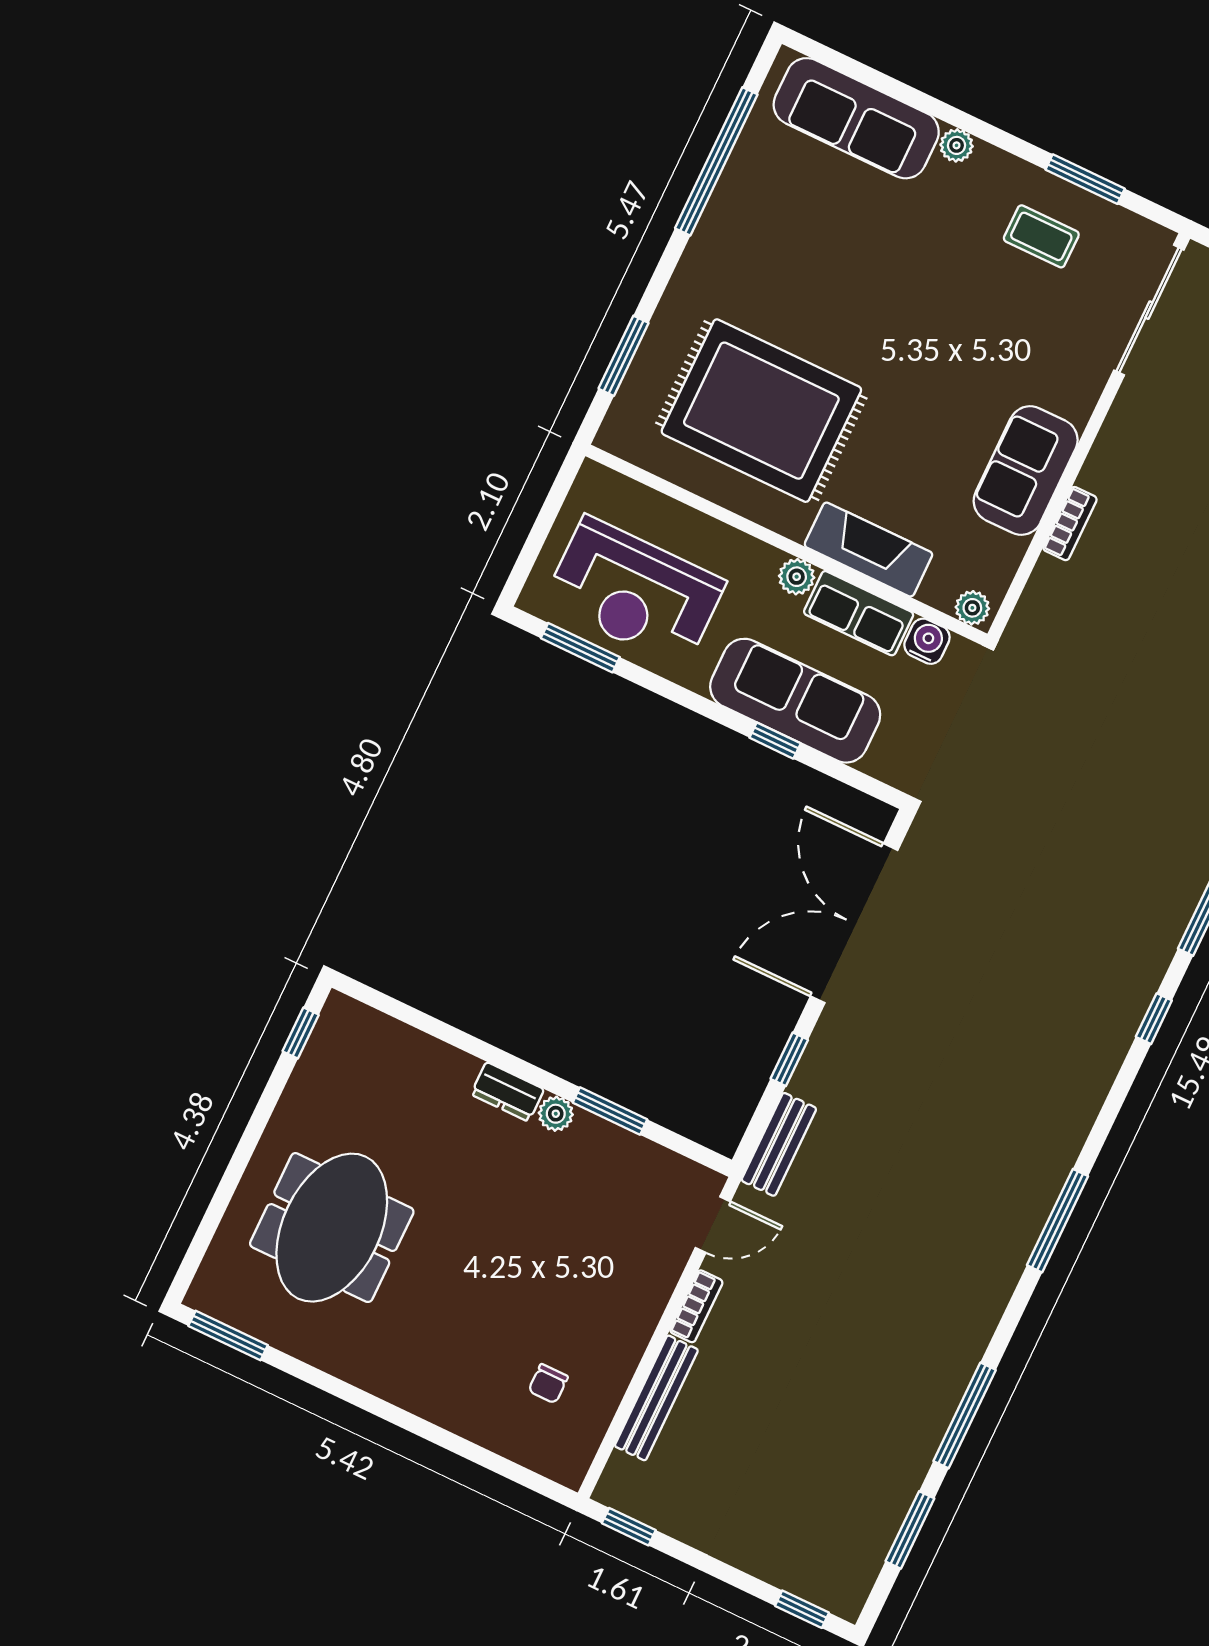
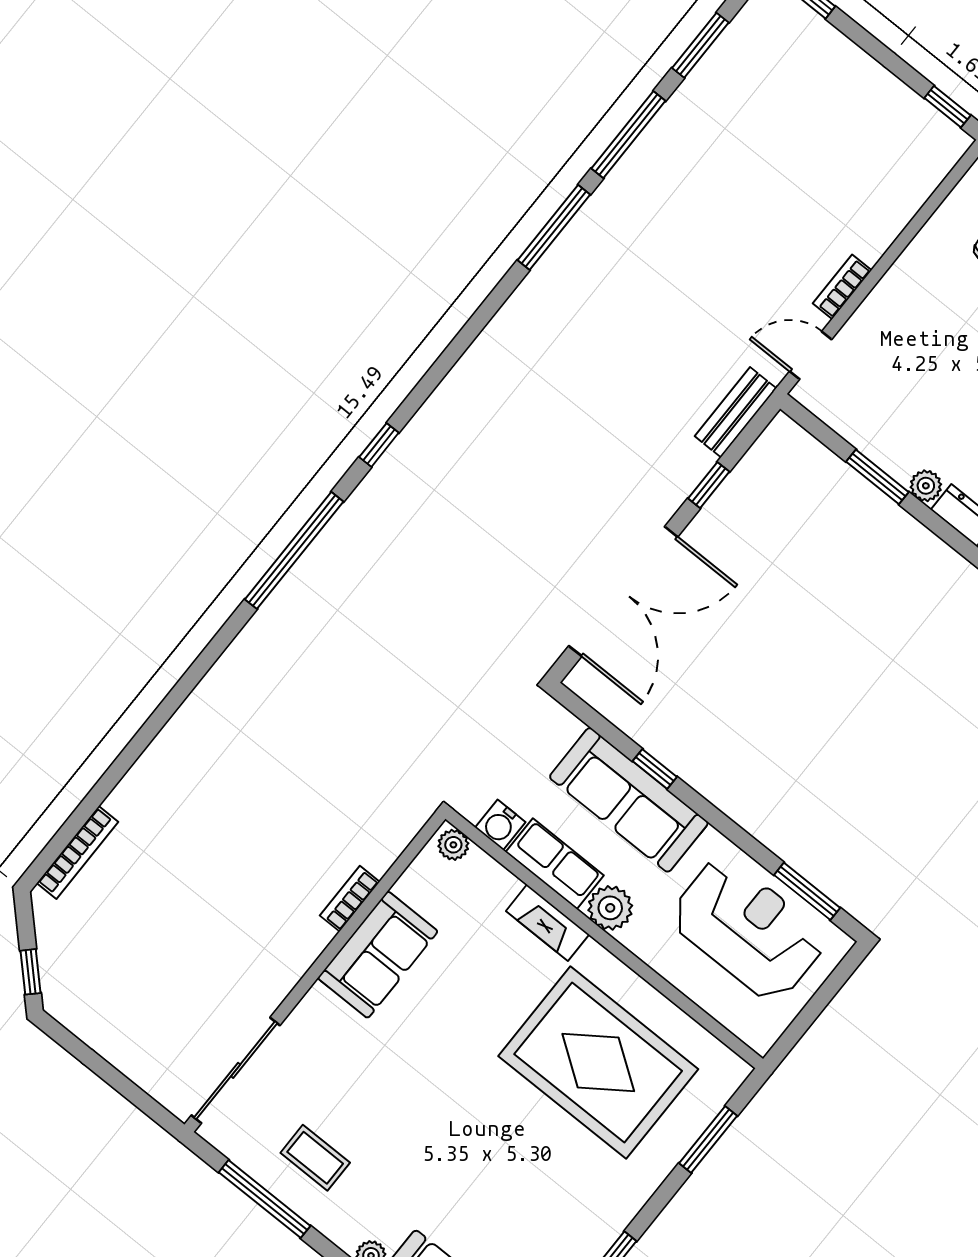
window: (1085, 179) -> (265, 1199), width x1.44
fireplace: (868, 550) -> (548, 923), width x0.73, depth x0.76
plant: (797, 577) -> (610, 908), width x1.38, depth x1.38
window: (1057, 1221) -> (554, 227), moved
bench: (656, 1398) -> (896, 214), removed

